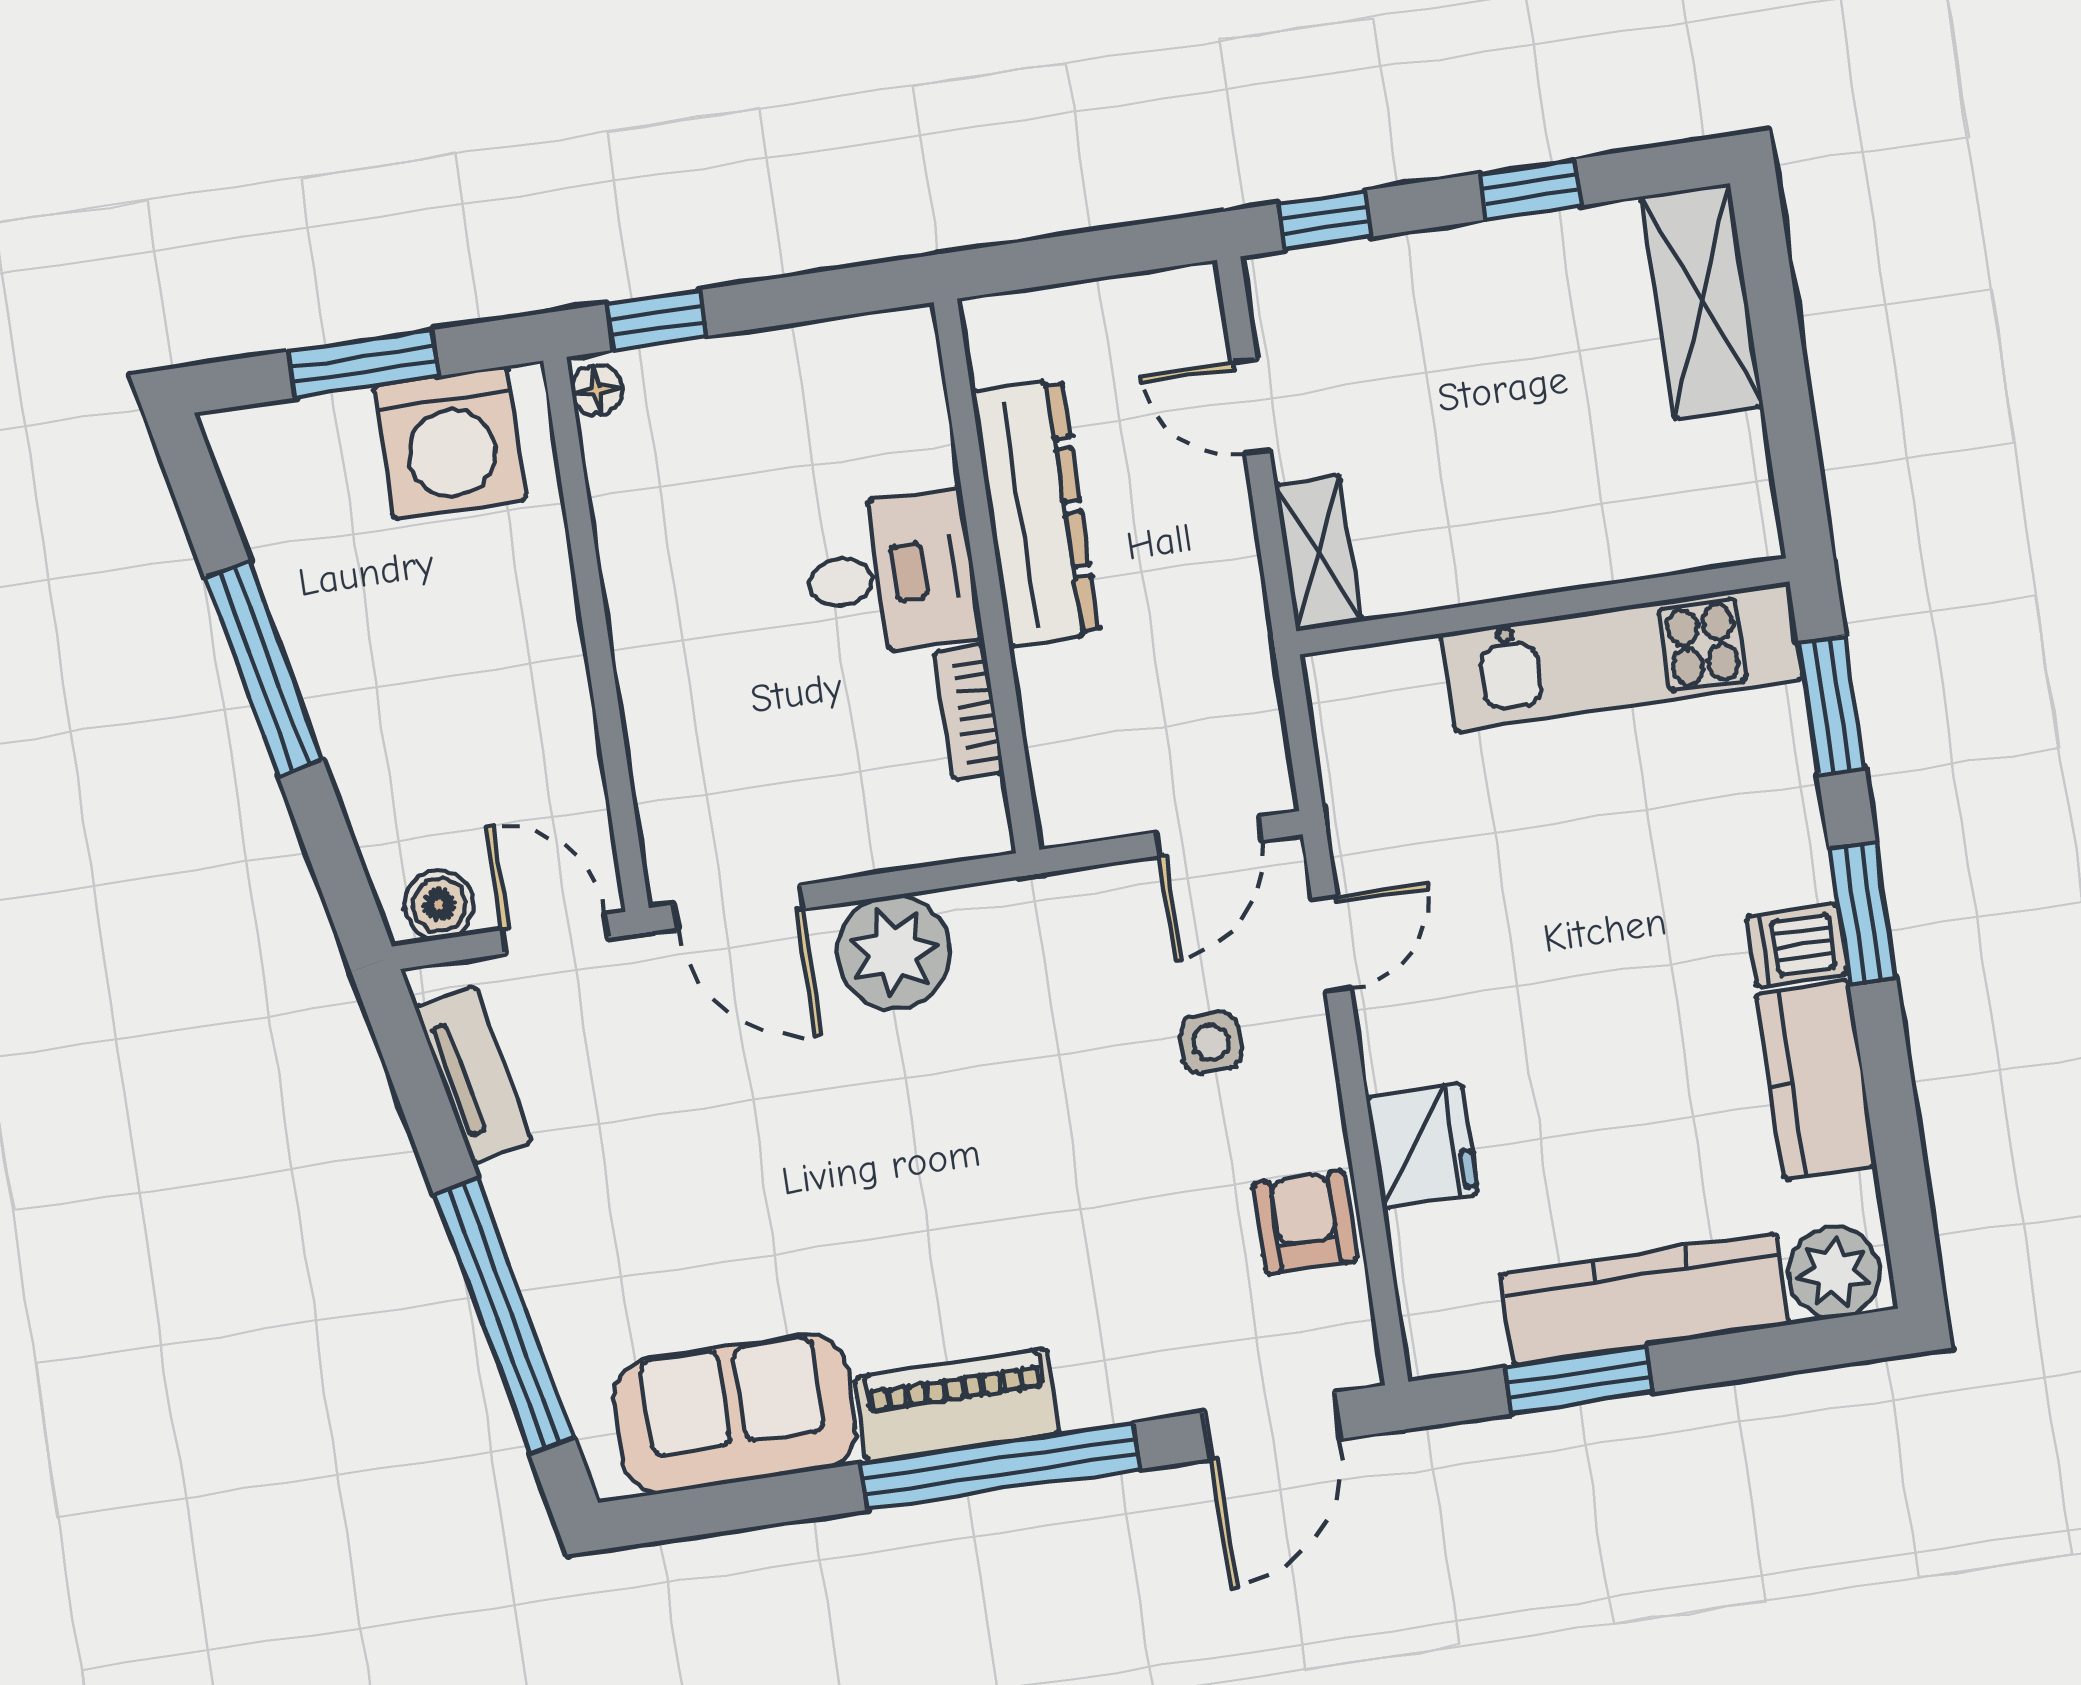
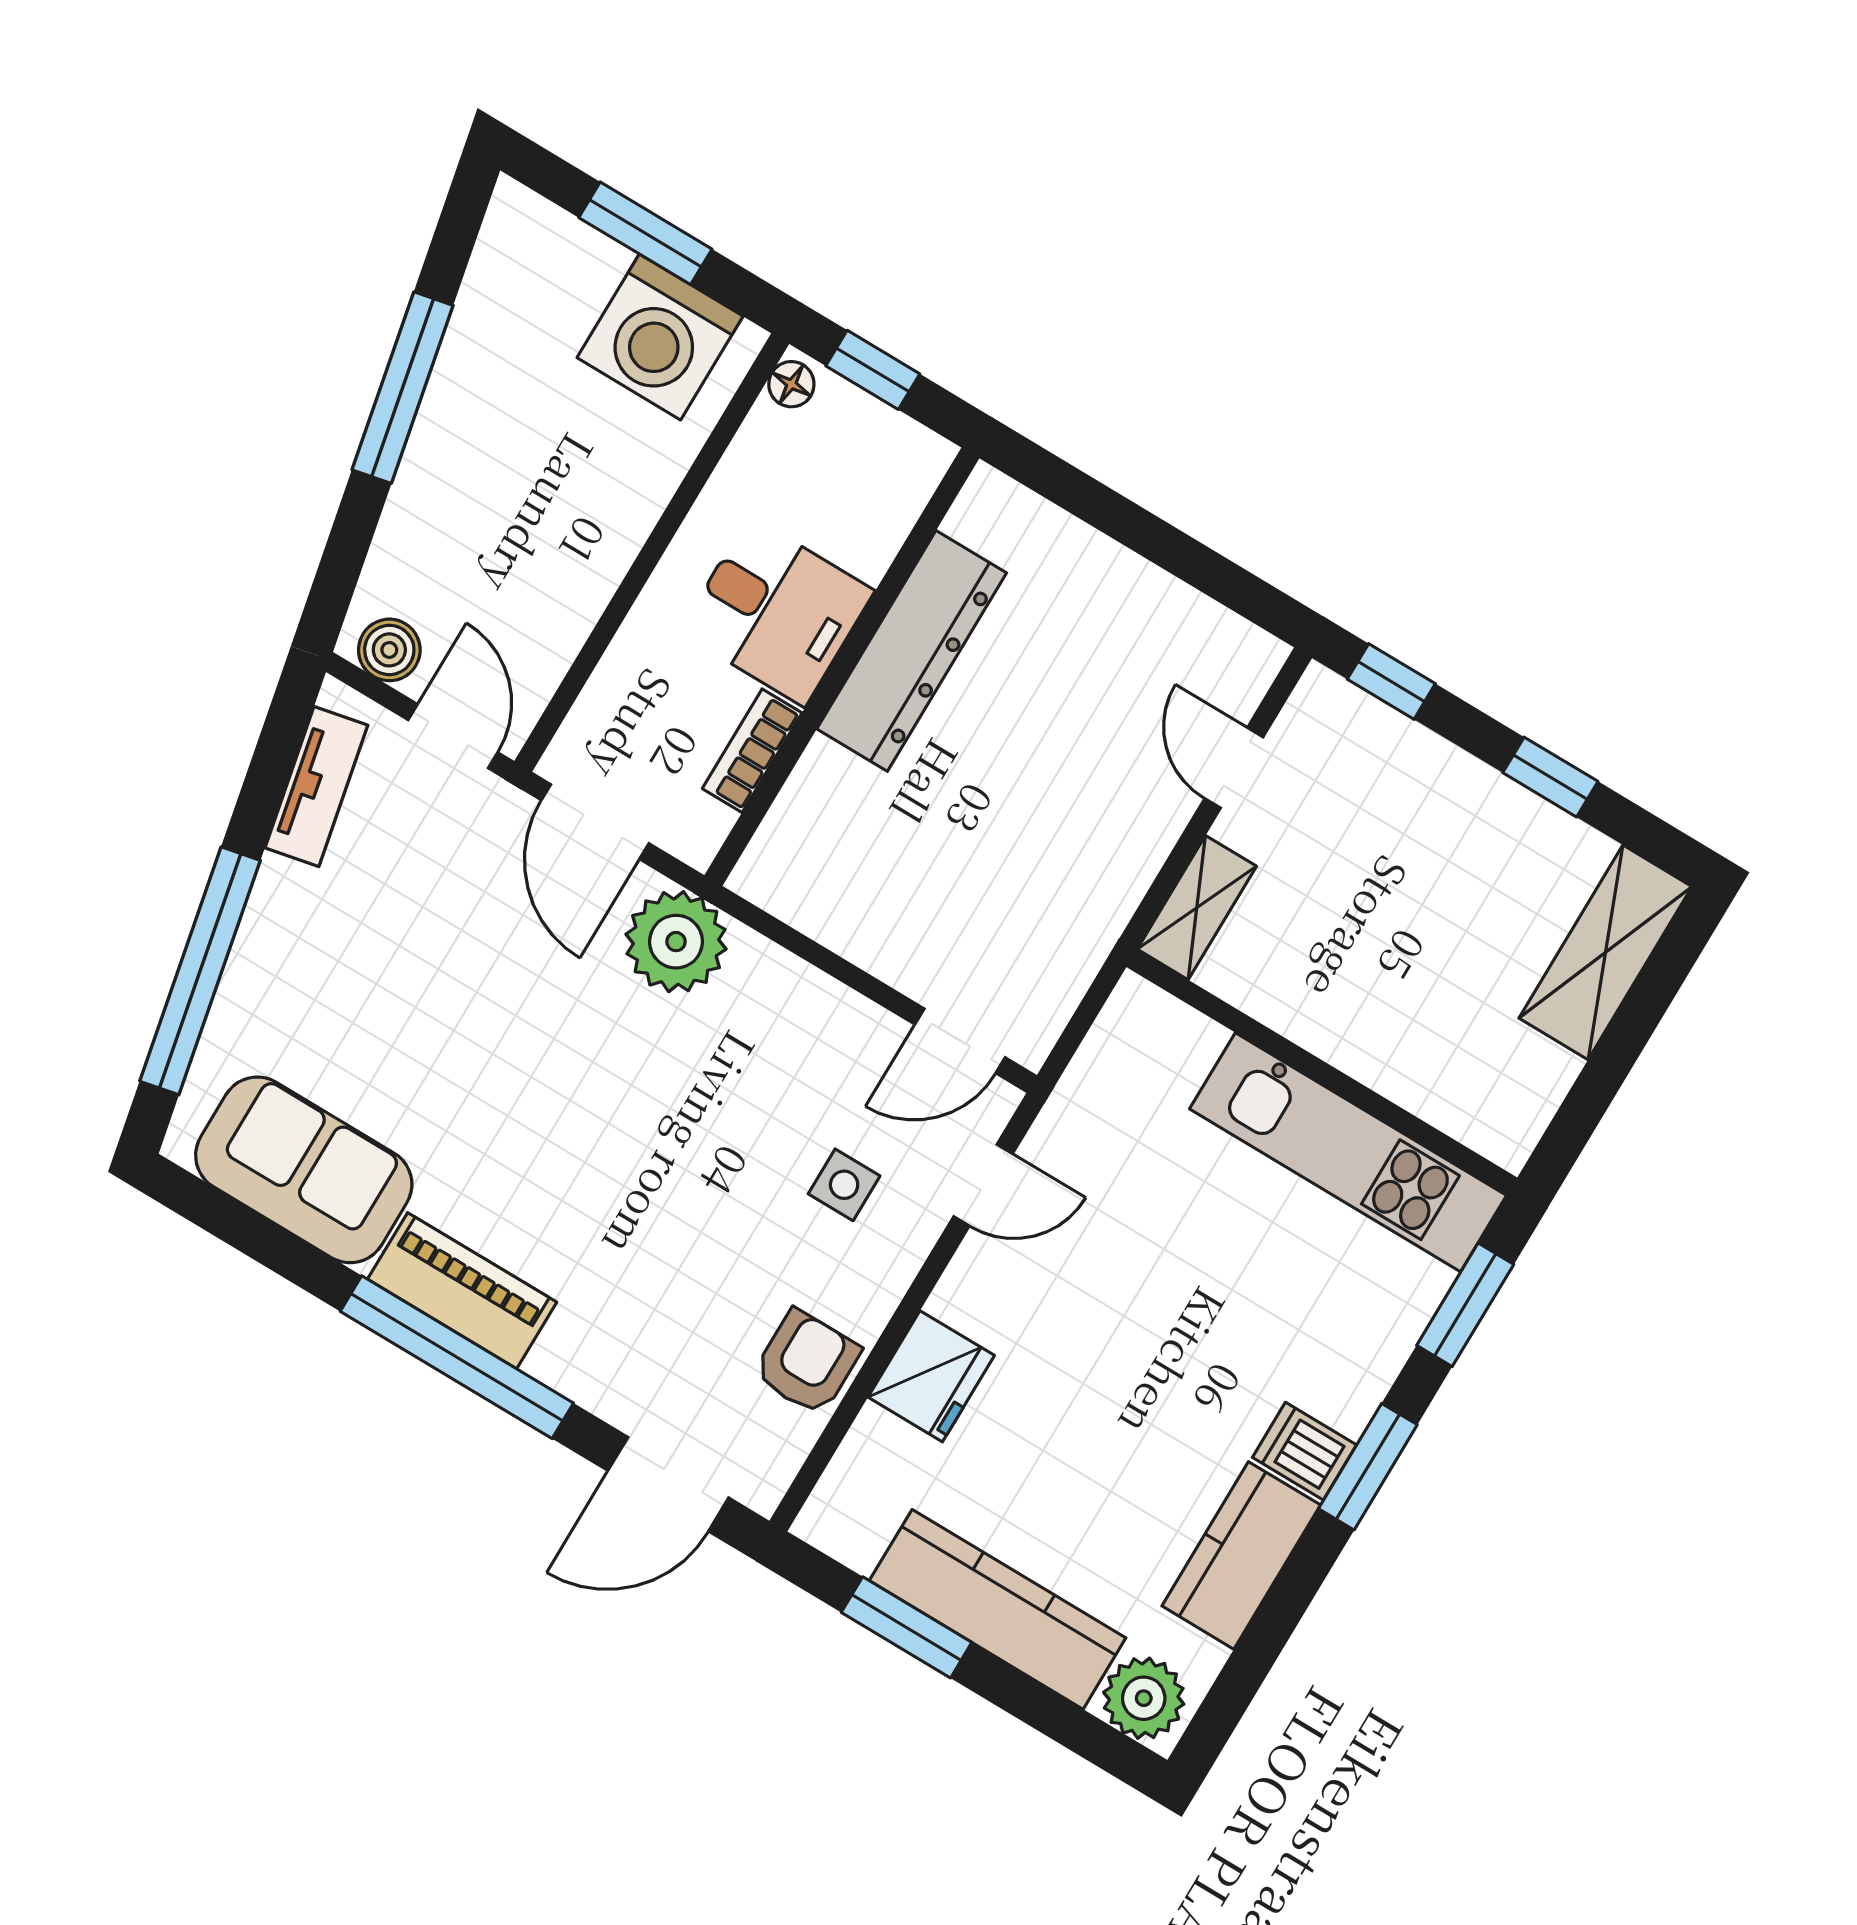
dresser: (1035, 513) -> (912, 651), moved
desk: (891, 574) -> (777, 611), moved
wall: (986, 576) -> (842, 667), moved
bookcase: (969, 712) -> (752, 751), moved

